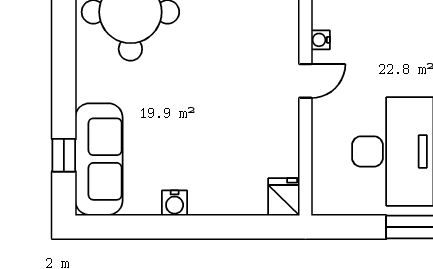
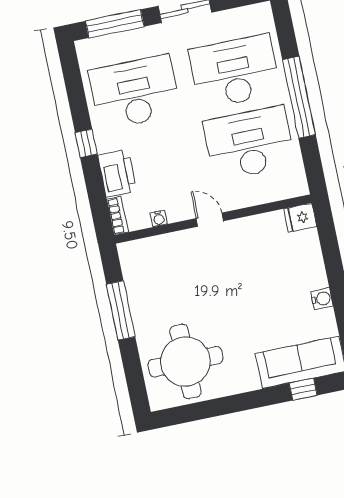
water cooler: (320, 40) -> (159, 218), moved

